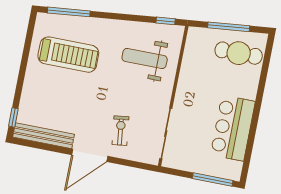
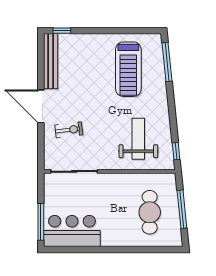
cafe table: (239, 53) -> (150, 212), moved
bar counter: (233, 128) -> (72, 231), moved

